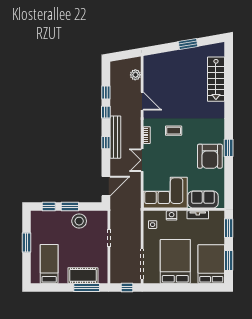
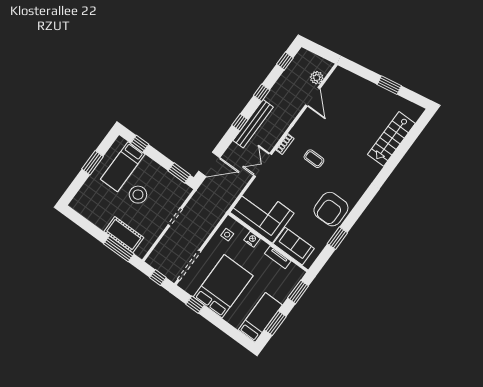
window: (106, 93) -> (285, 61), moved
door: (142, 101) -> (313, 97), moved
window: (229, 148) -> (337, 238), moved
window: (70, 207) -> (179, 173), moved
stool: (79, 221) -> (138, 195), moved
bed: (49, 264) -> (123, 167), moved, turned 180
bed: (211, 264) -> (260, 317), width x0.67
window: (165, 288) -> (195, 305), added

